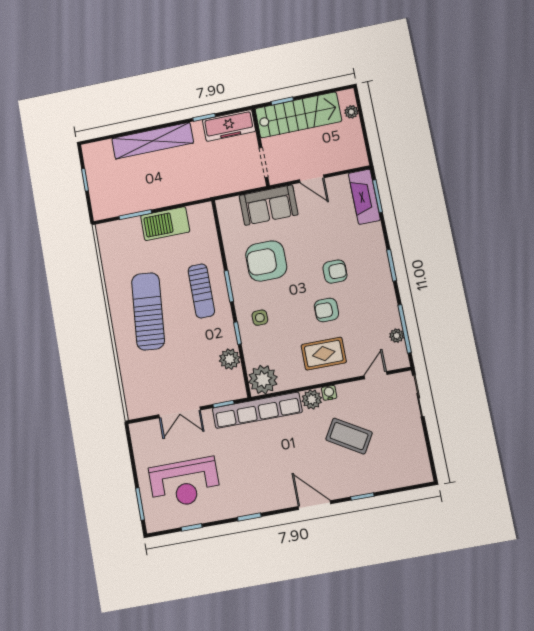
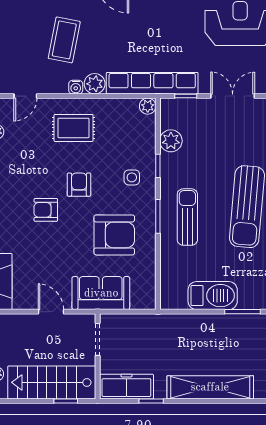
armchair: (326, 310) -> (79, 185), moved, turned -90
plant: (263, 380) -> (148, 106), width x0.53, depth x0.53
coffee table: (349, 436) -> (64, 40), turned 70

